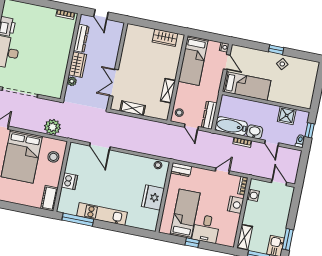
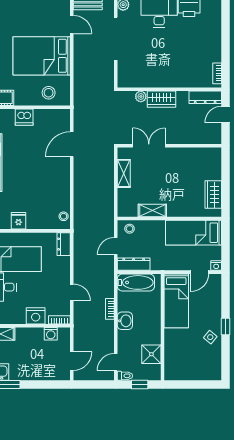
dresser: (81, 38) -> (205, 97), moved
bathtub: (231, 126) -> (136, 282), moved, turned 90
plant: (52, 127) -> (83, 85), removed
door: (272, 143) -> (116, 362), moved
fridge: (153, 197) -> (19, 221), width x0.53, depth x0.75

